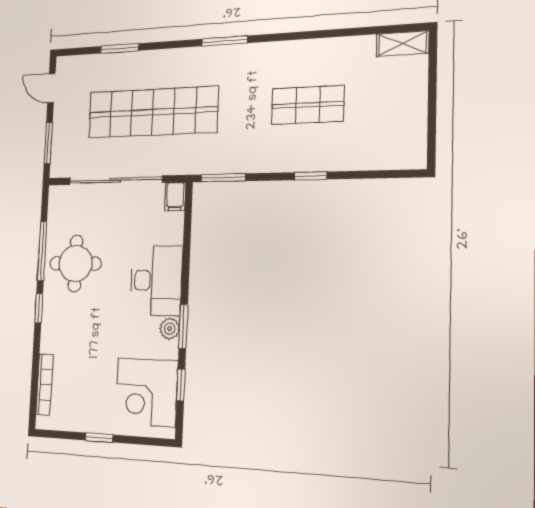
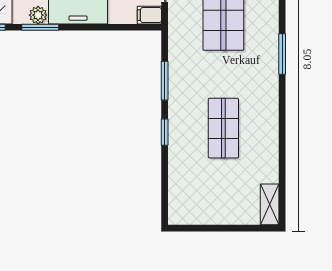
window: (223, 178) -> (165, 81), moved

